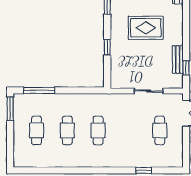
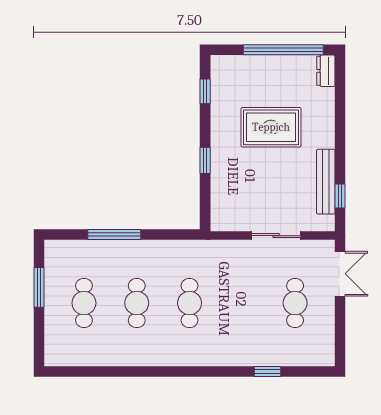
bench: (178, 60) -> (326, 182), width x1.36
window: (39, 90) -> (114, 235), moved
window: (10, 109) -> (39, 287), moved

